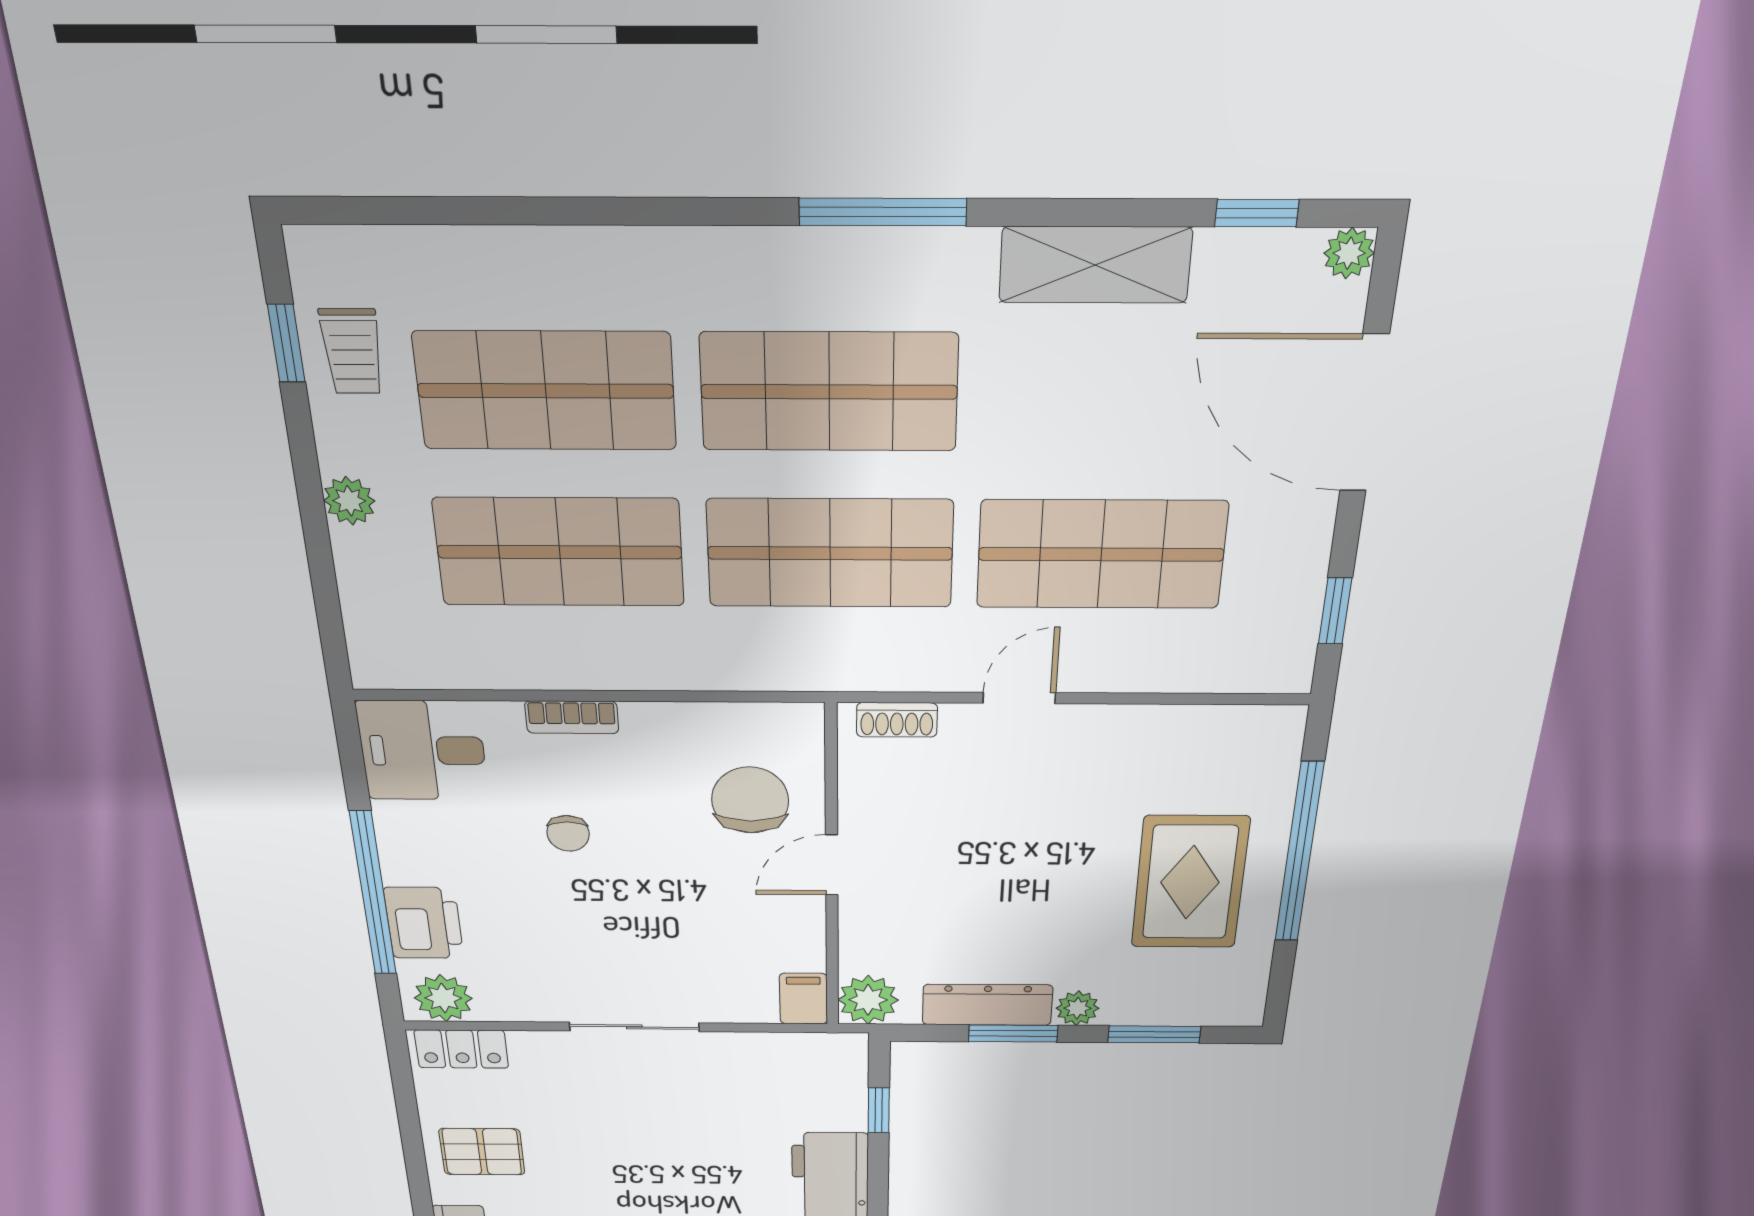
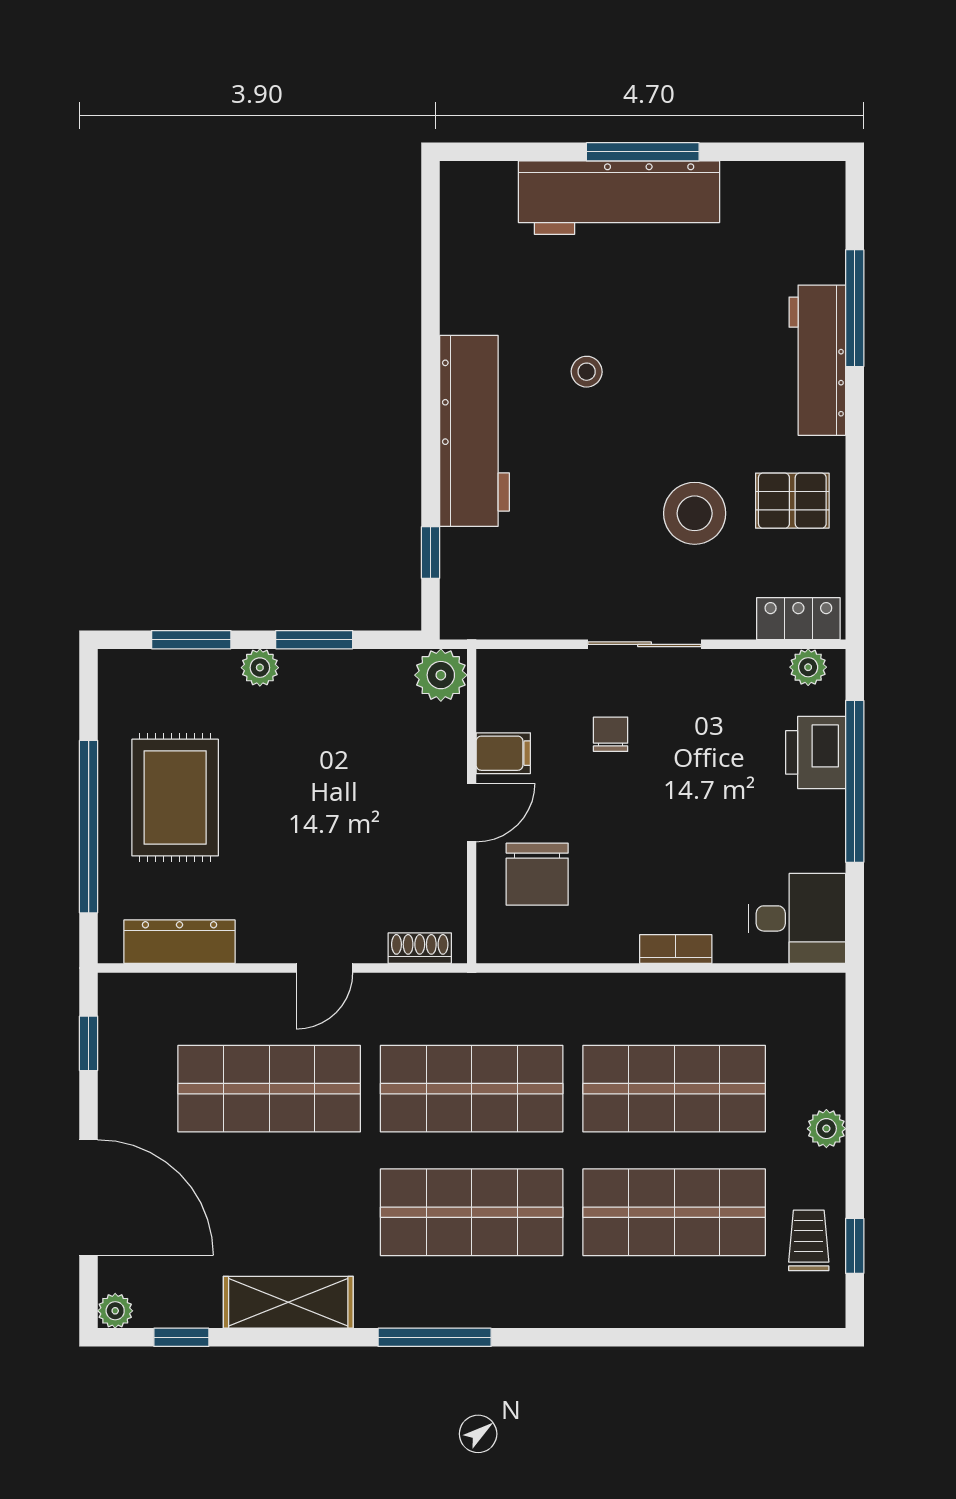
chair: (568, 833) -> (611, 734), moved
plant: (443, 998) -> (808, 667), width x0.73, depth x0.73
filing cabinet: (803, 999) -> (503, 753), moved, turned -90
dresser: (987, 1005) -> (180, 942), moved, turned 180
stool: (588, 1142) -> (695, 513), added

